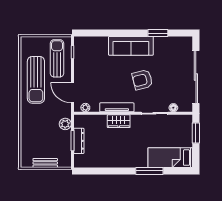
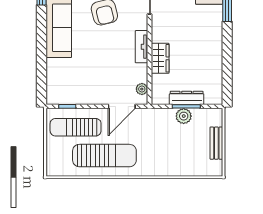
tv unit: (117, 107) -> (142, 47), width x0.71
wardrobe: (119, 121) -> (160, 58), moved
plant: (65, 124) -> (184, 116), moved

